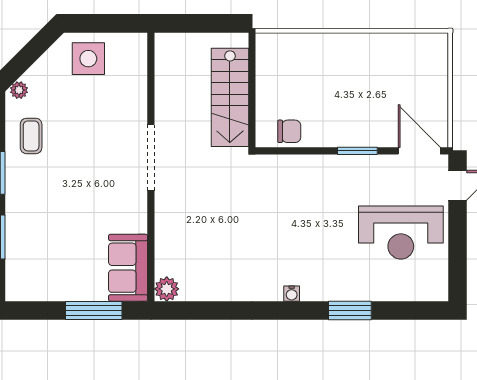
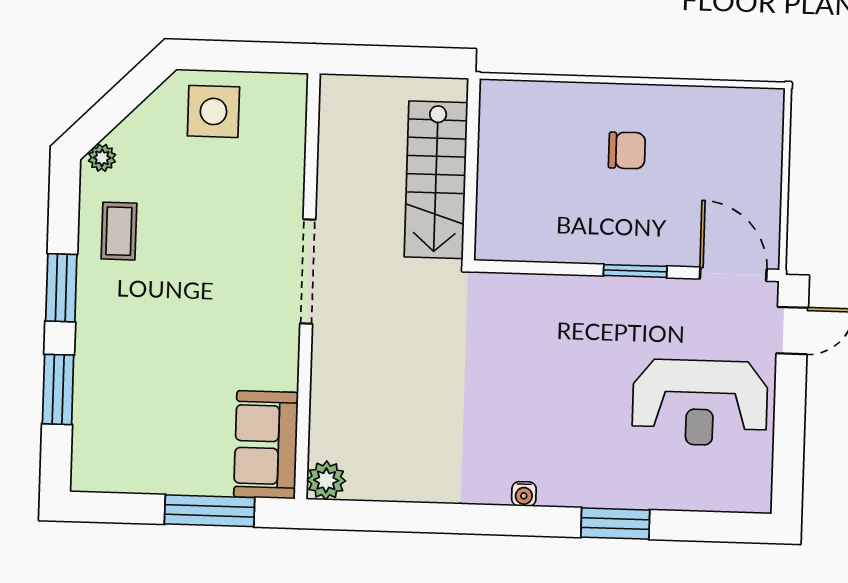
chair: (289, 131) -> (627, 150), moved

